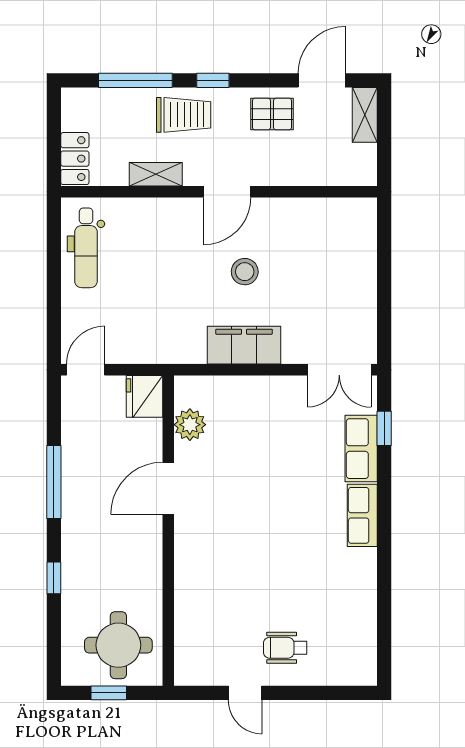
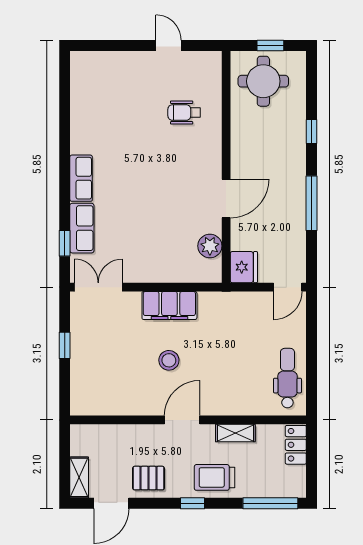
window: (135, 80) -> (270, 503), moved
window: (384, 292) -> (65, 345), added
wheelchair: (285, 648) -> (184, 113), moved, turned 180

